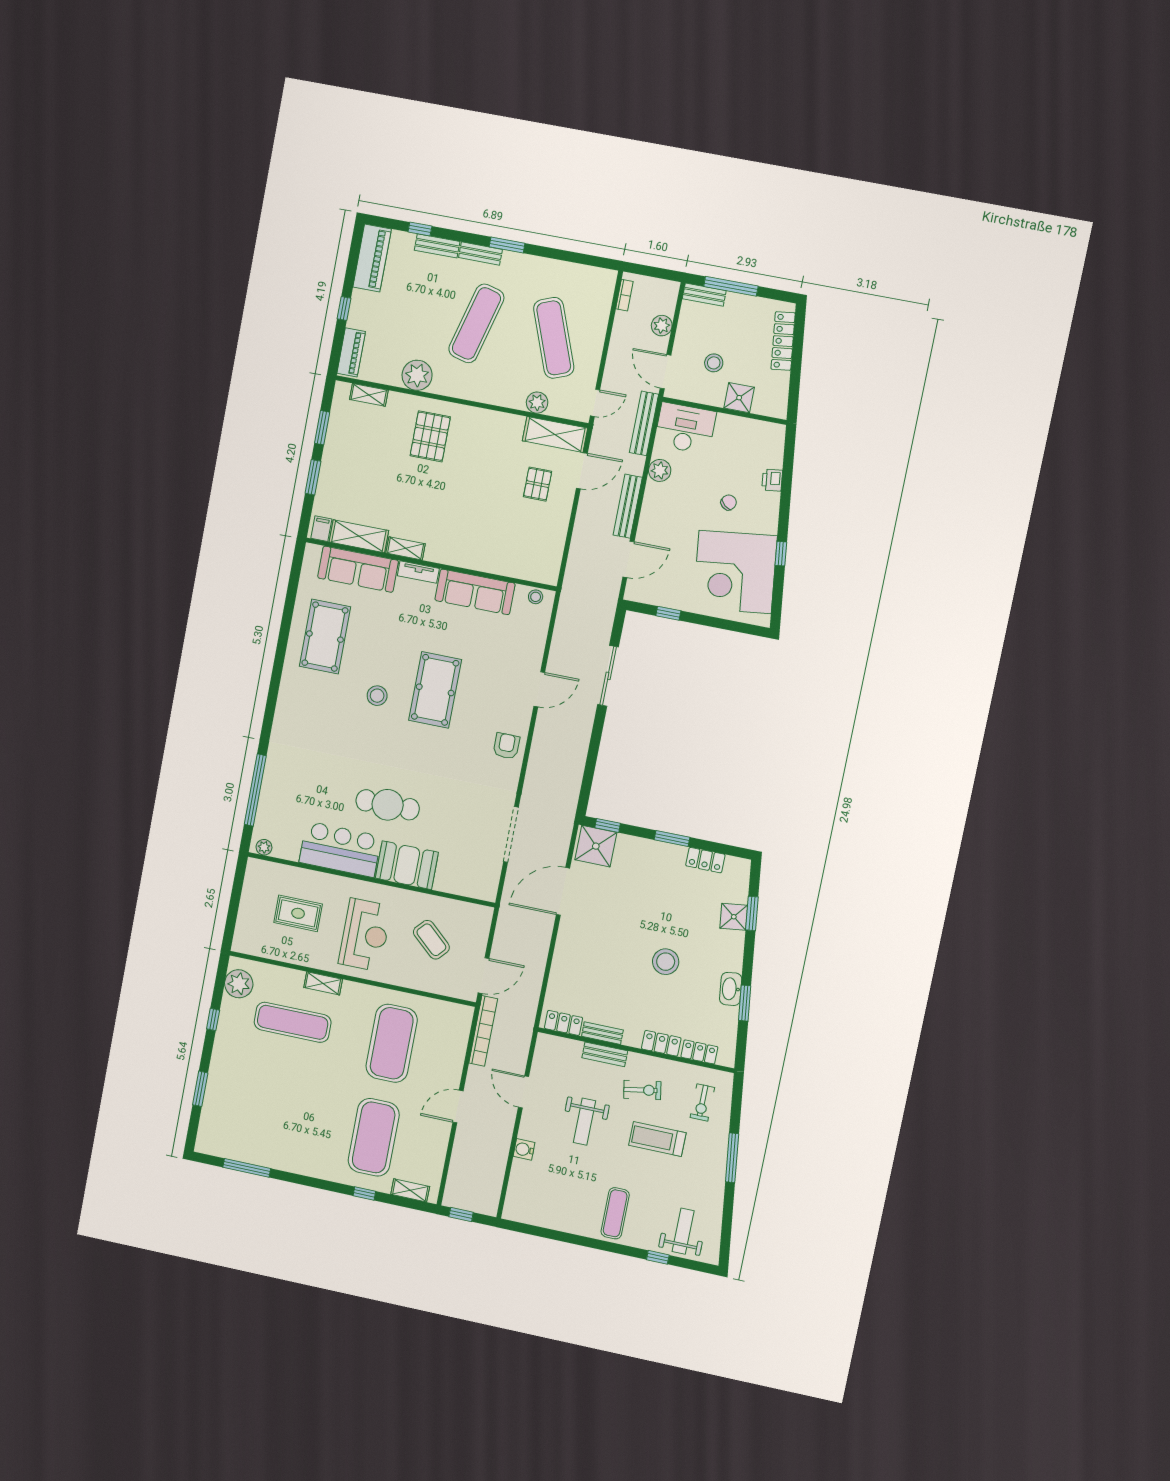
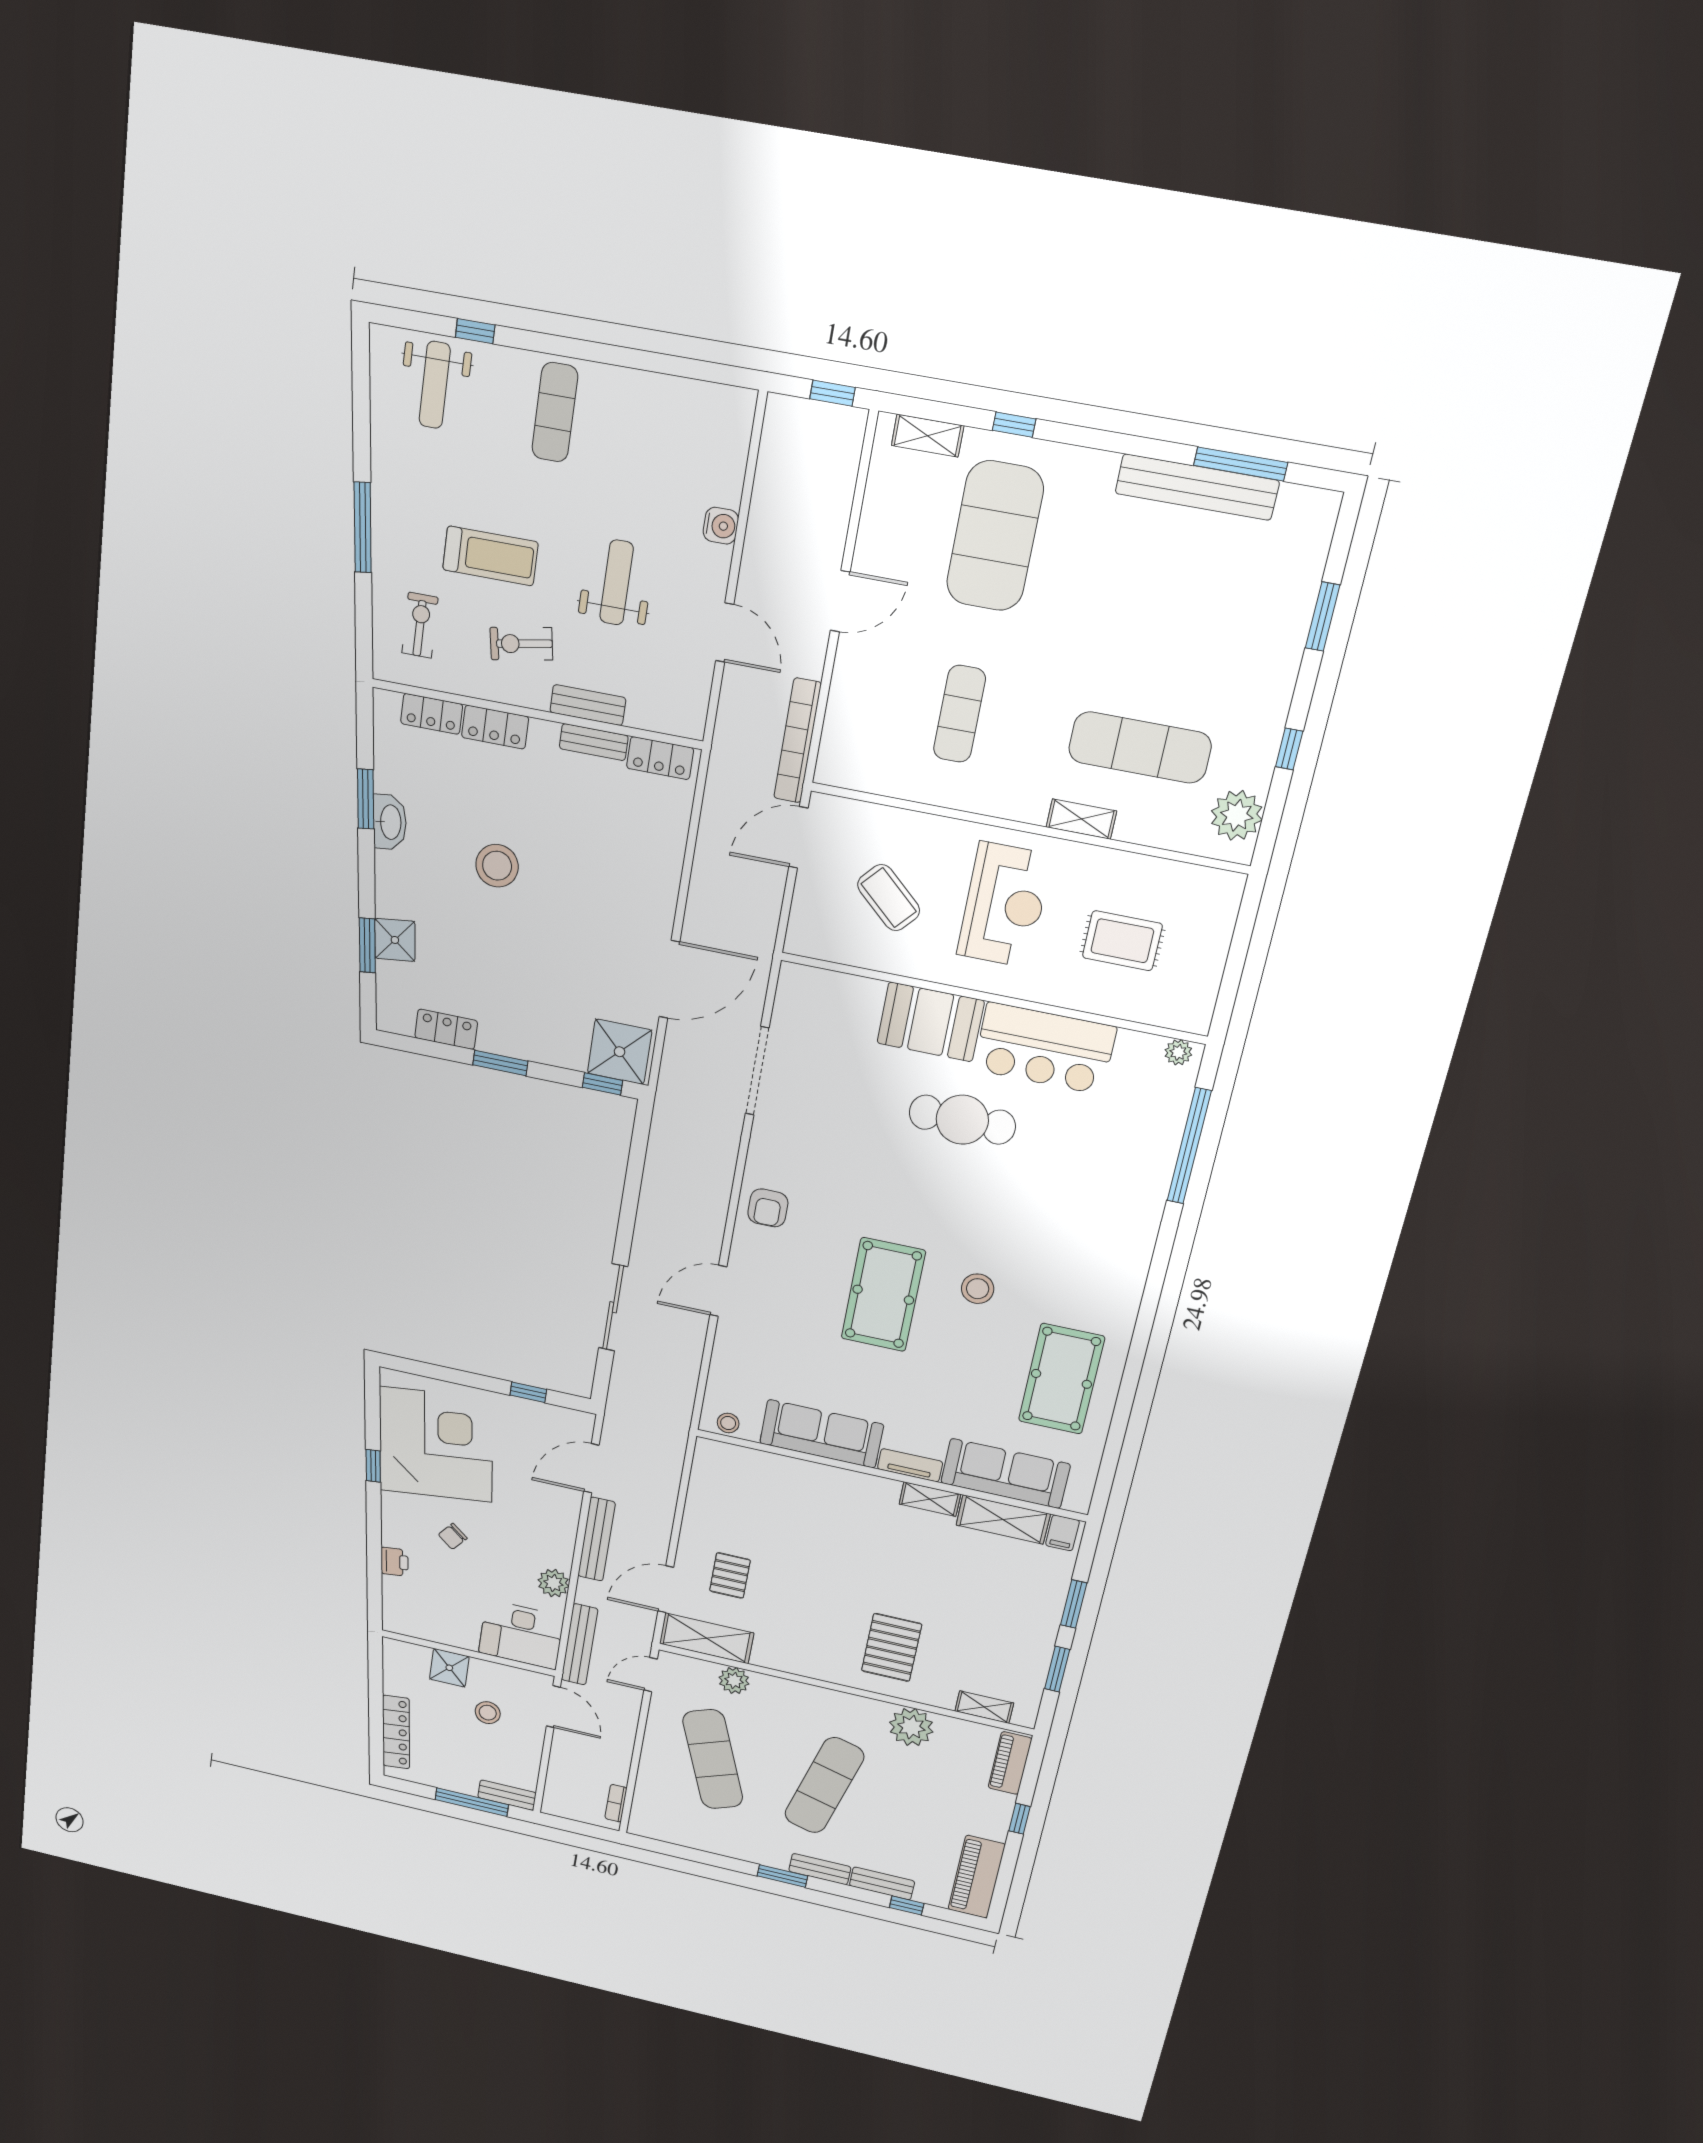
plant: (662, 326) -> (562, 1763), removed
reception desk: (365, 935) -> (1004, 905), turned 180
exercise mat: (392, 1043) -> (960, 714), width x0.50, depth x0.69
bench: (268, 1157) -> (1197, 487), added

